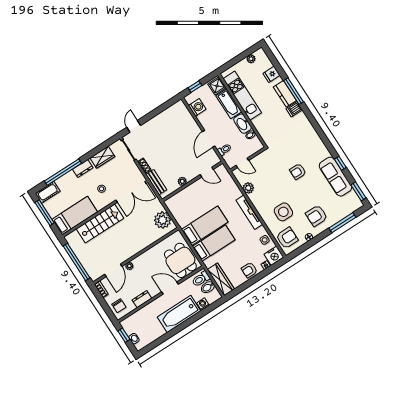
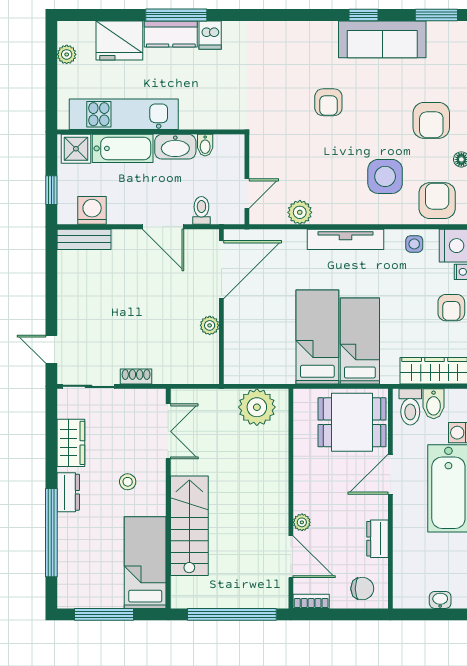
fridge: (271, 74) -> (119, 40), width x1.88, depth x1.34
door: (207, 172) -> (221, 270), width x1.87
bench: (156, 182) -> (84, 239), moved
cot: (48, 192) -> (70, 584), removed
double door: (131, 192) -> (168, 431), width x0.73
window: (124, 335) -> (422, 614), removed

